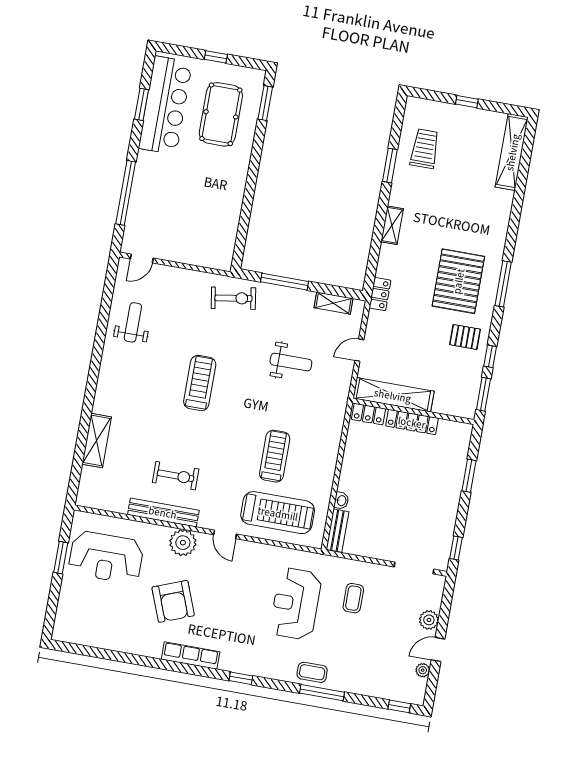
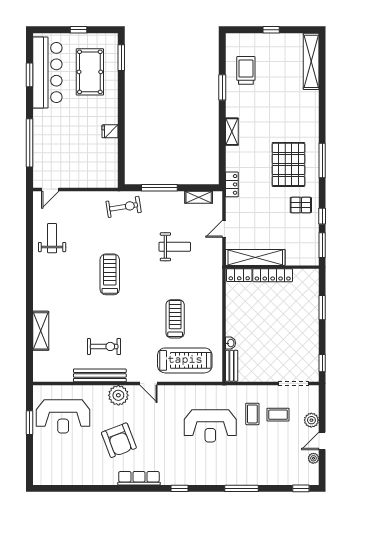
fridge: (233, 197) -> (110, 131), added
reception desk: (296, 604) -> (210, 426), turned -90
coffee table: (312, 672) -> (278, 415), moved

